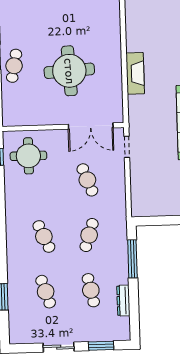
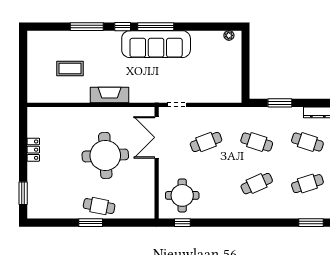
coffee table: (163, 29) -> (70, 69), added
double door: (91, 126) -> (157, 137), swing flipped
window: (132, 259) -> (280, 103), width x0.69
cafe table: (91, 290) -> (307, 142), turned 30

